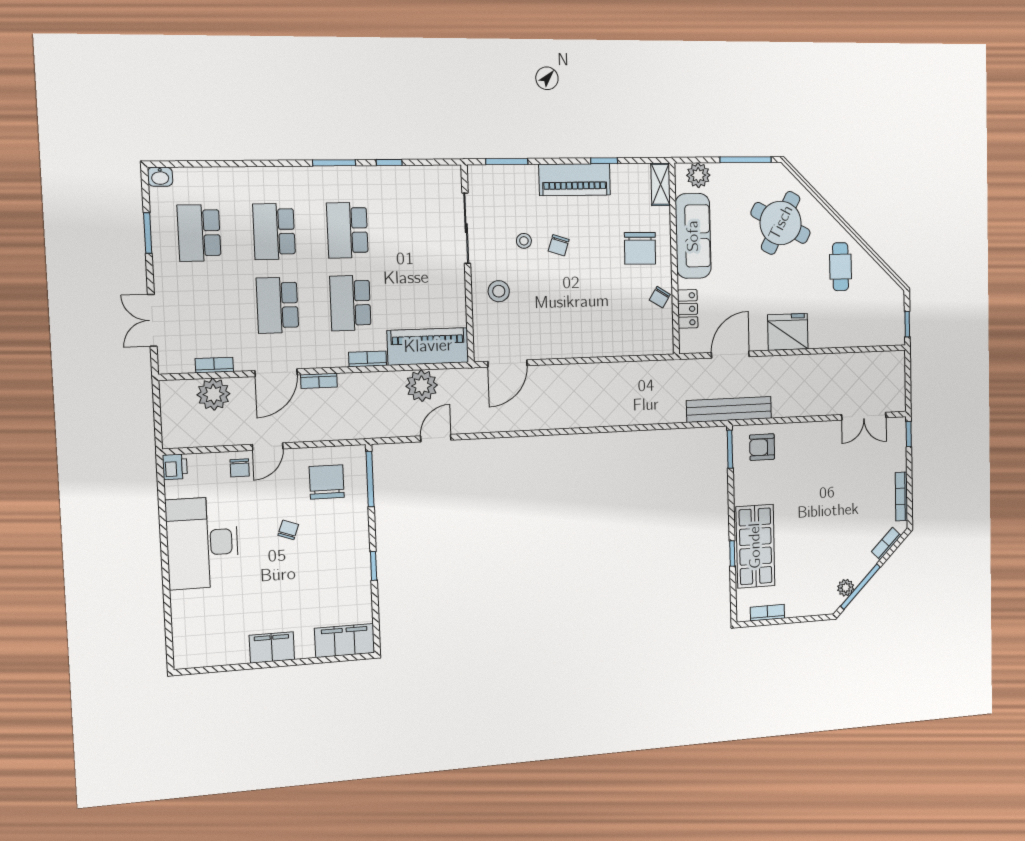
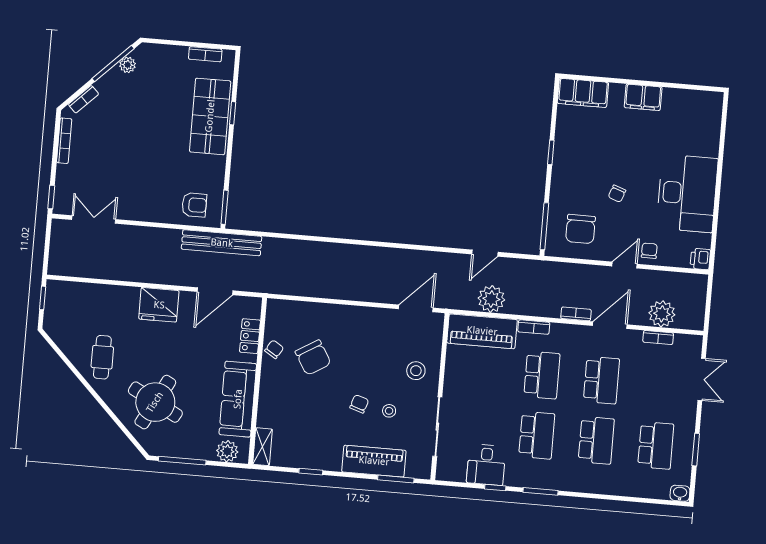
piano: (575, 180) -> (374, 461), moved
desk: (403, 189) -> (486, 465), added
chair: (640, 248) -> (313, 358), moved, turned 148

